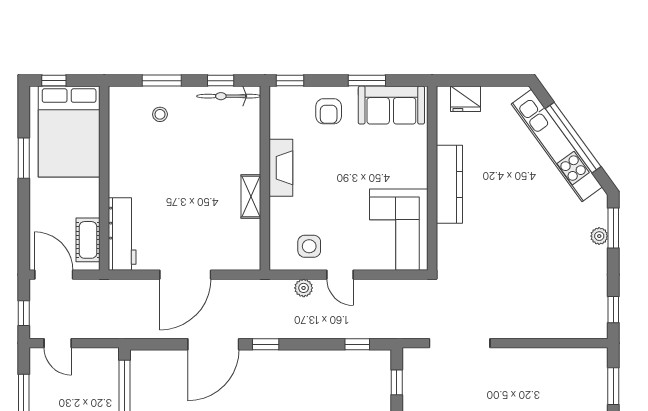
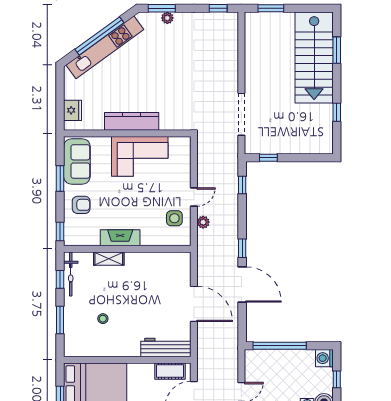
stool: (160, 114) -> (103, 319), moved
shelving: (251, 197) -> (109, 259), moved
corner sofa: (399, 230) -> (140, 156), moved

